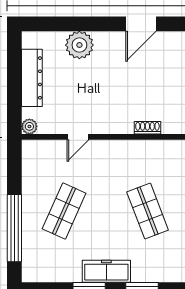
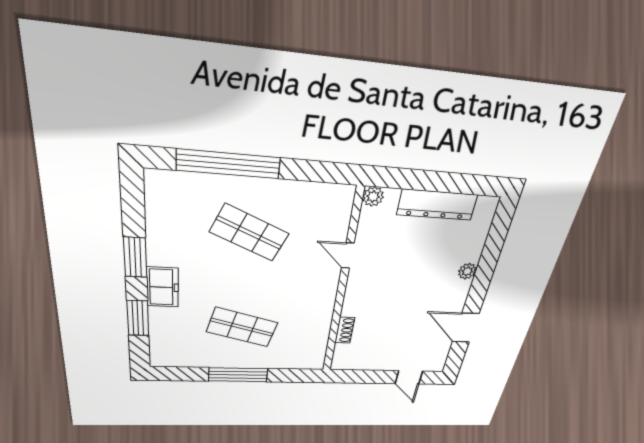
plant: (79, 45) -> (467, 271), width x0.53, depth x0.53
shop shelf: (148, 211) -> (242, 327), turned 36
freezer: (106, 271) -> (163, 287), width x0.71

